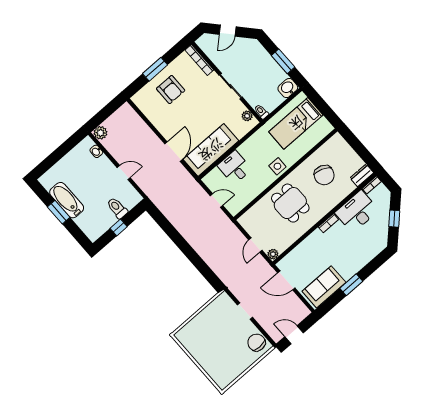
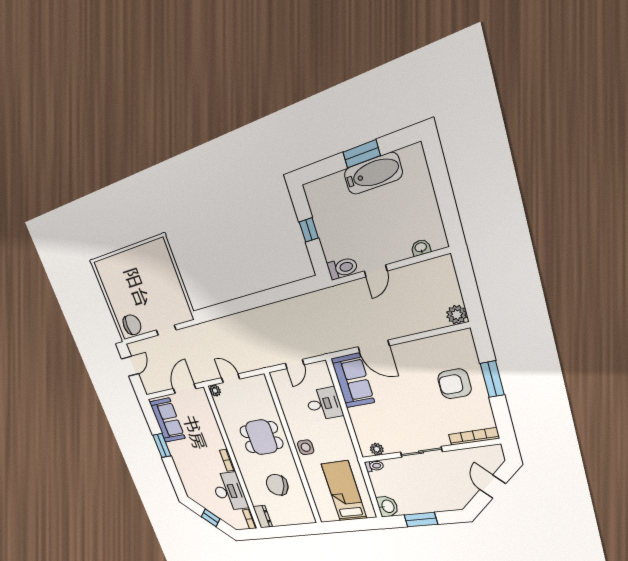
plant: (100, 133) -> (457, 315), moved
sofa: (211, 150) -> (353, 380), width x0.73
toilet: (117, 208) -> (342, 268), moved

